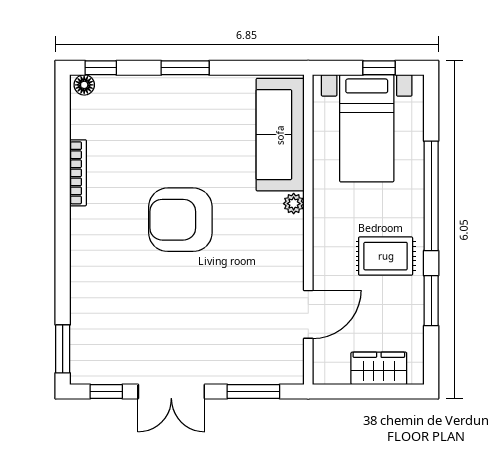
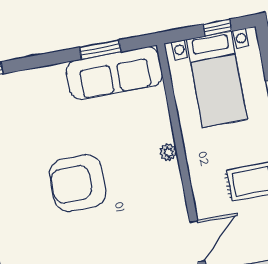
window: (185, 68) -> (100, 49), moved
sofa: (280, 135) -> (114, 73), moved, turned -90

